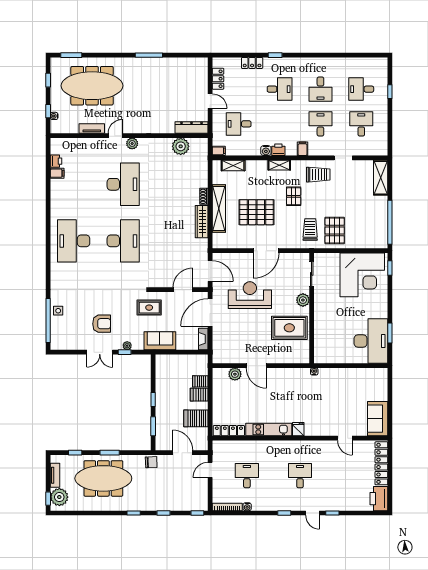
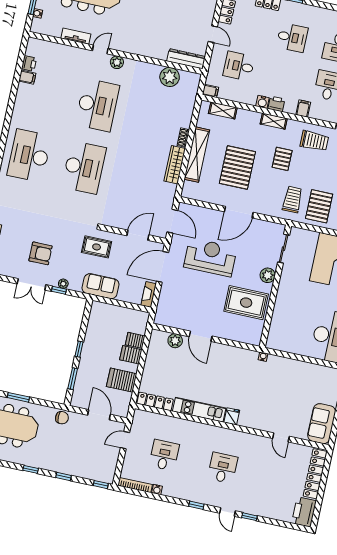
pallet: (256, 212) -> (237, 167), turned 90

